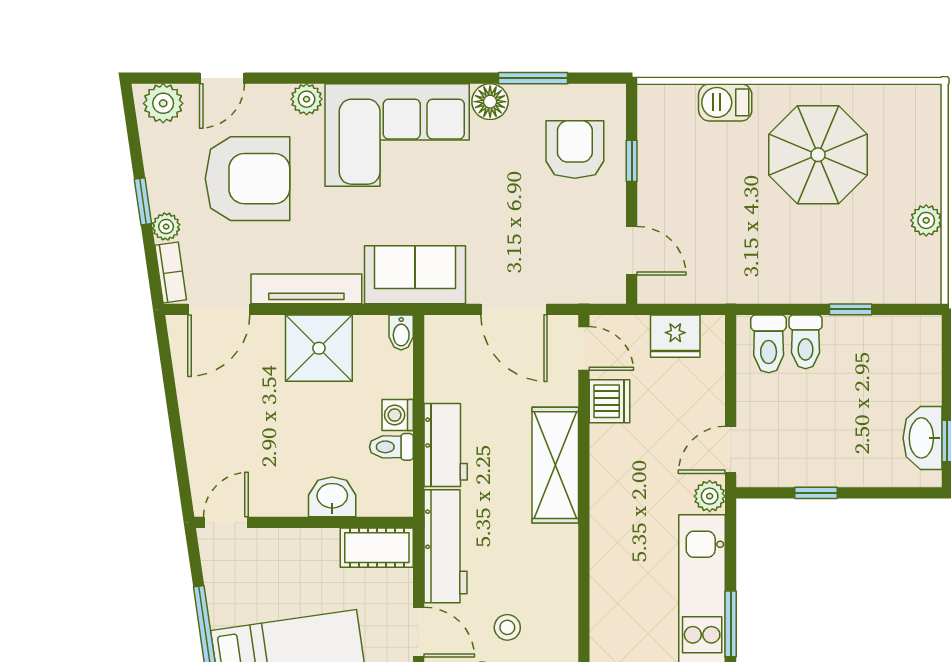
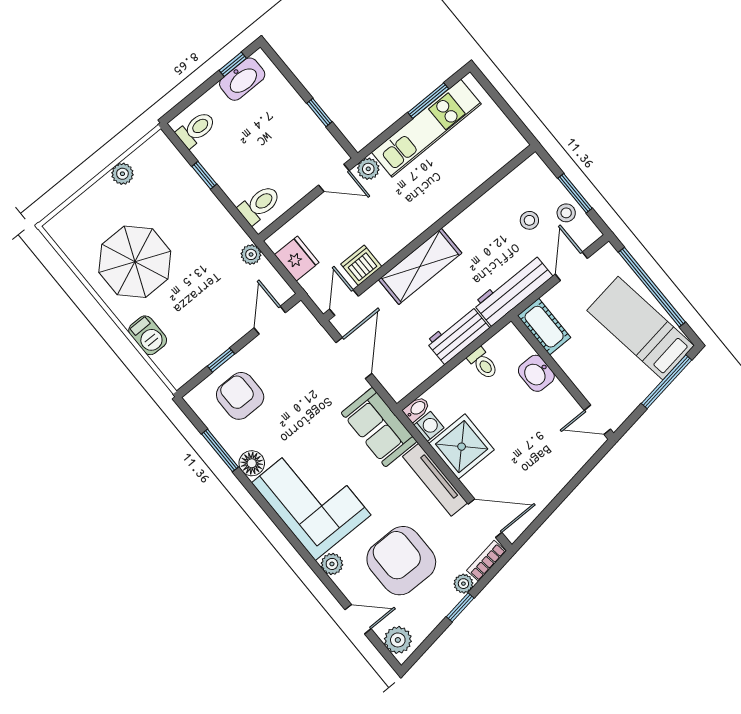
armchair: (575, 150) -> (240, 396), turned 90
plant: (721, 289) -> (251, 254), added
toilet: (806, 342) -> (196, 129), moved
washing machine: (398, 415) -> (429, 426), moved, turned -90

